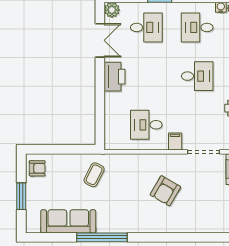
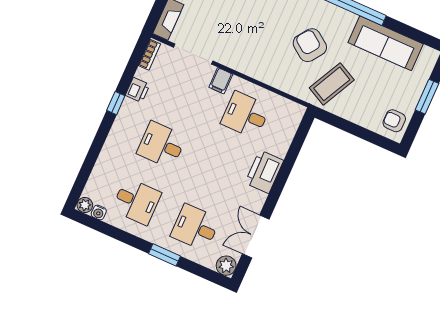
printer: (115, 77) -> (264, 172), moved
desk: (146, 125) -> (246, 115), turned 180
coffee table: (94, 175) -> (332, 84), width x1.36, depth x1.30
armchair: (165, 191) -> (310, 45), moved, turned -84

